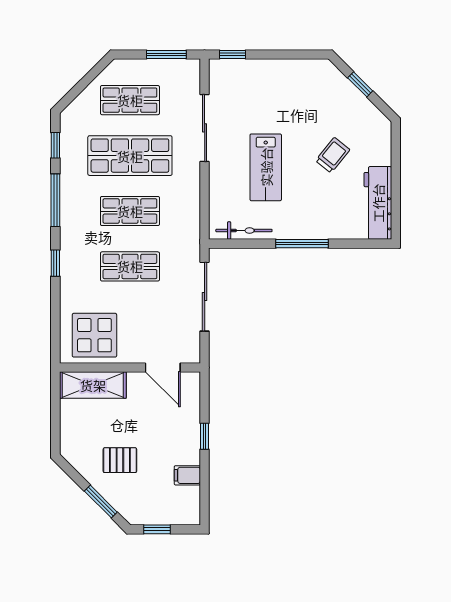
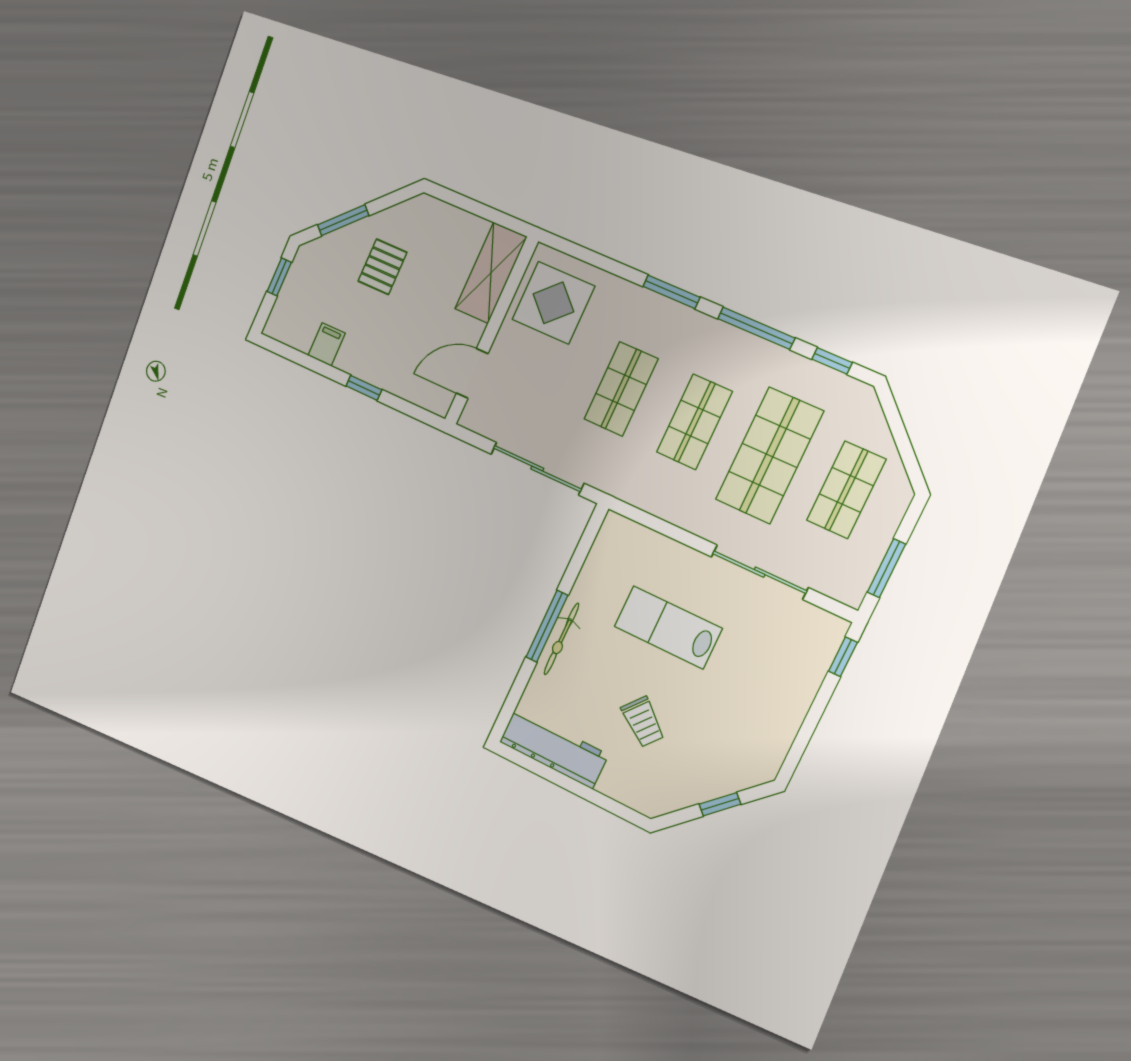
bicycle: (244, 231) -> (561, 639), moved
window: (55, 263) -> (671, 292), width x1.50

